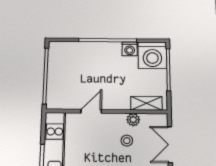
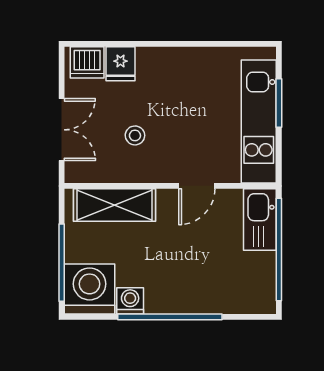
kitchen sink: (56, 92) -> (260, 220), added
shelving: (146, 103) -> (115, 205), width x1.50, depth x1.33
plant: (133, 120) -> (124, 172), removed

